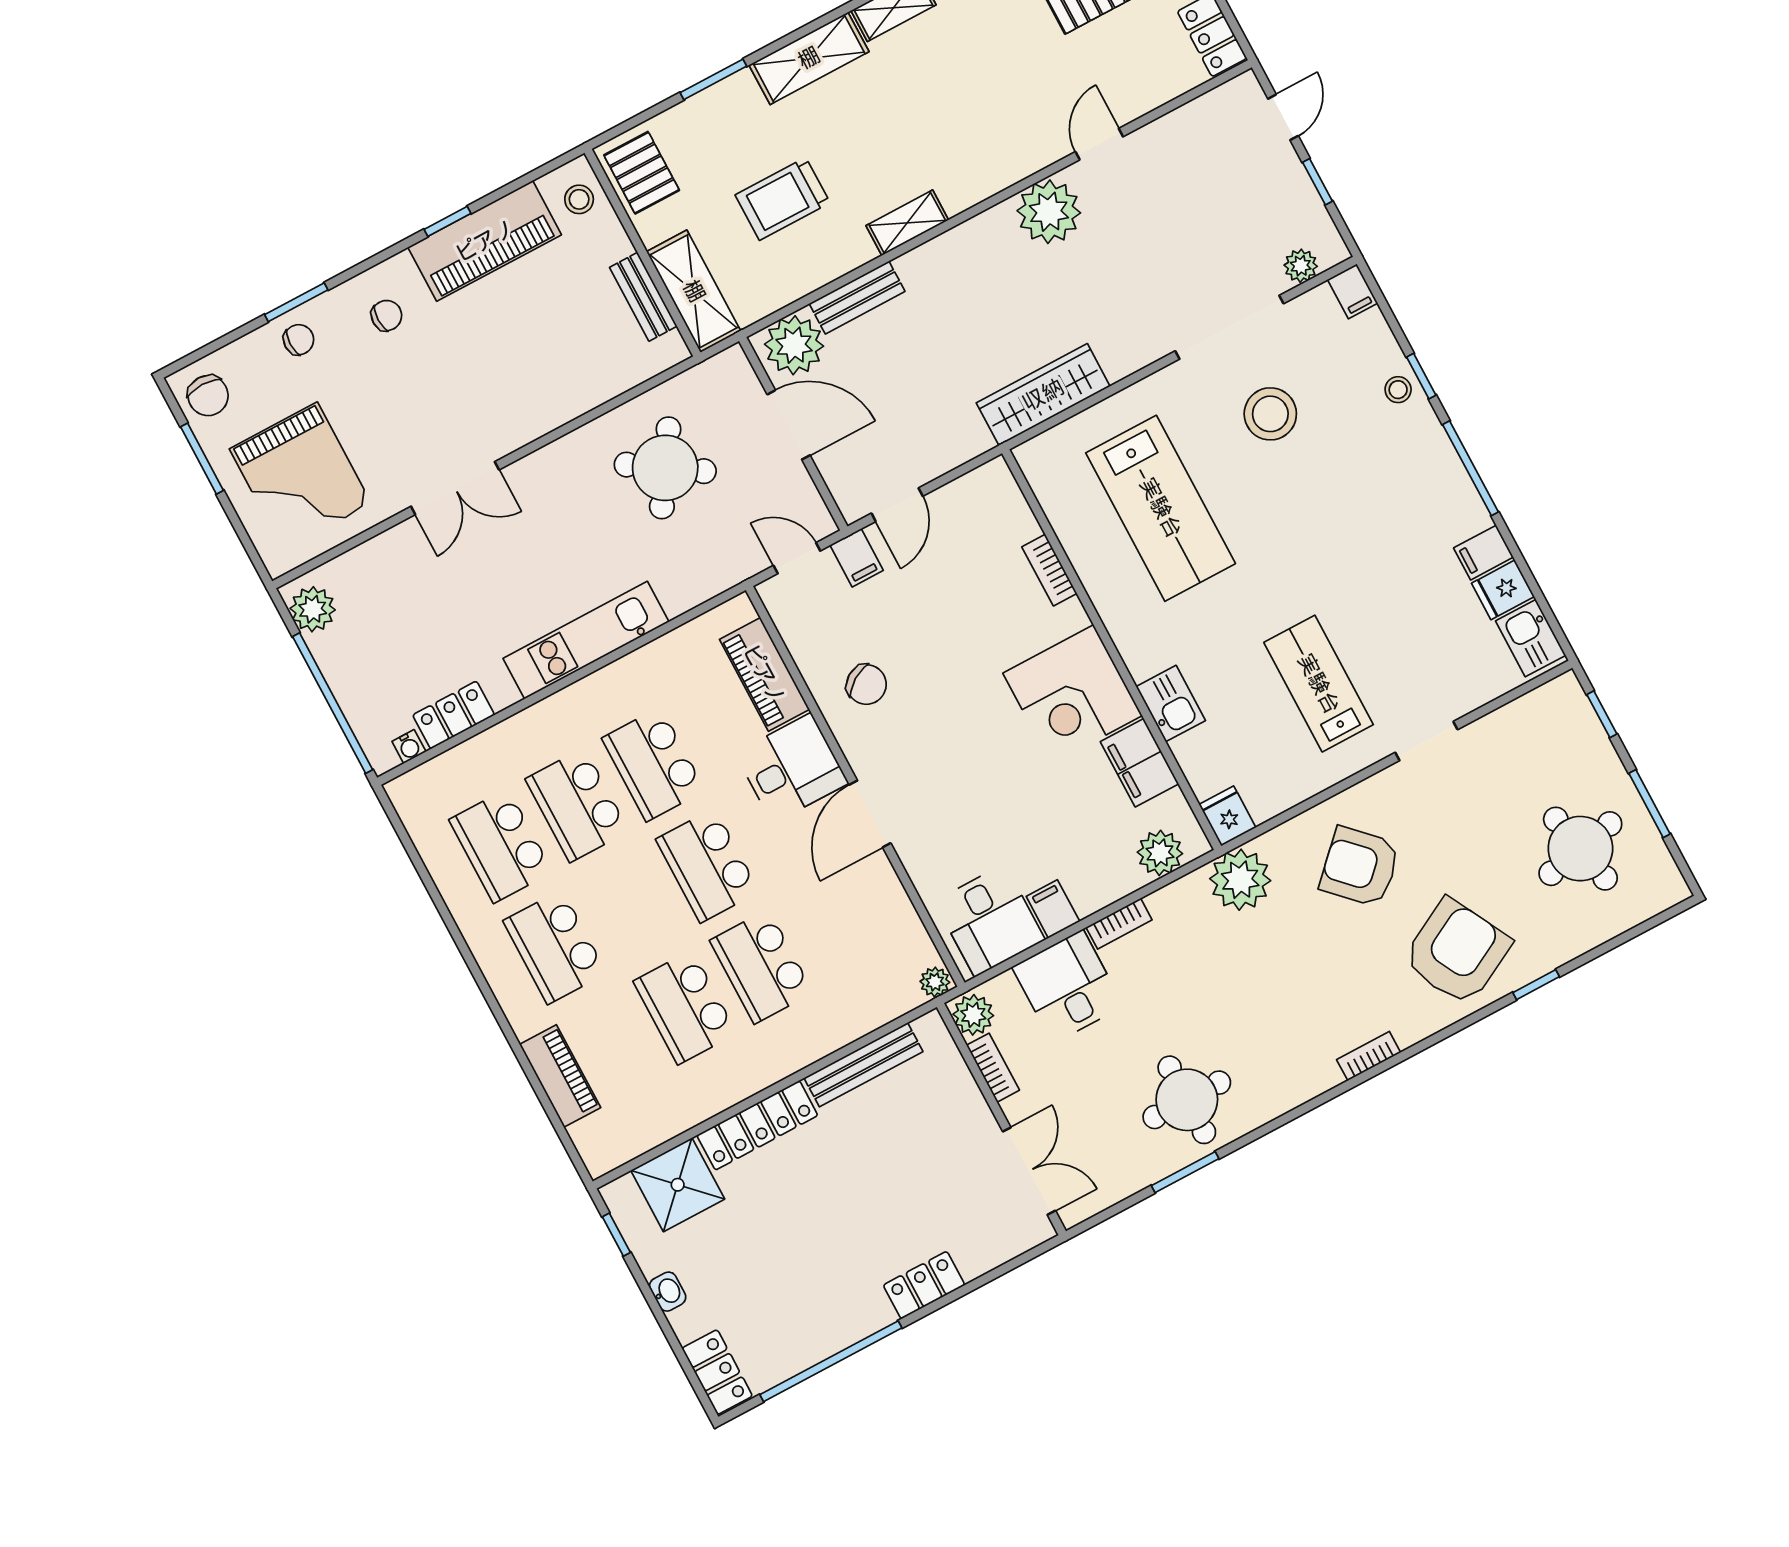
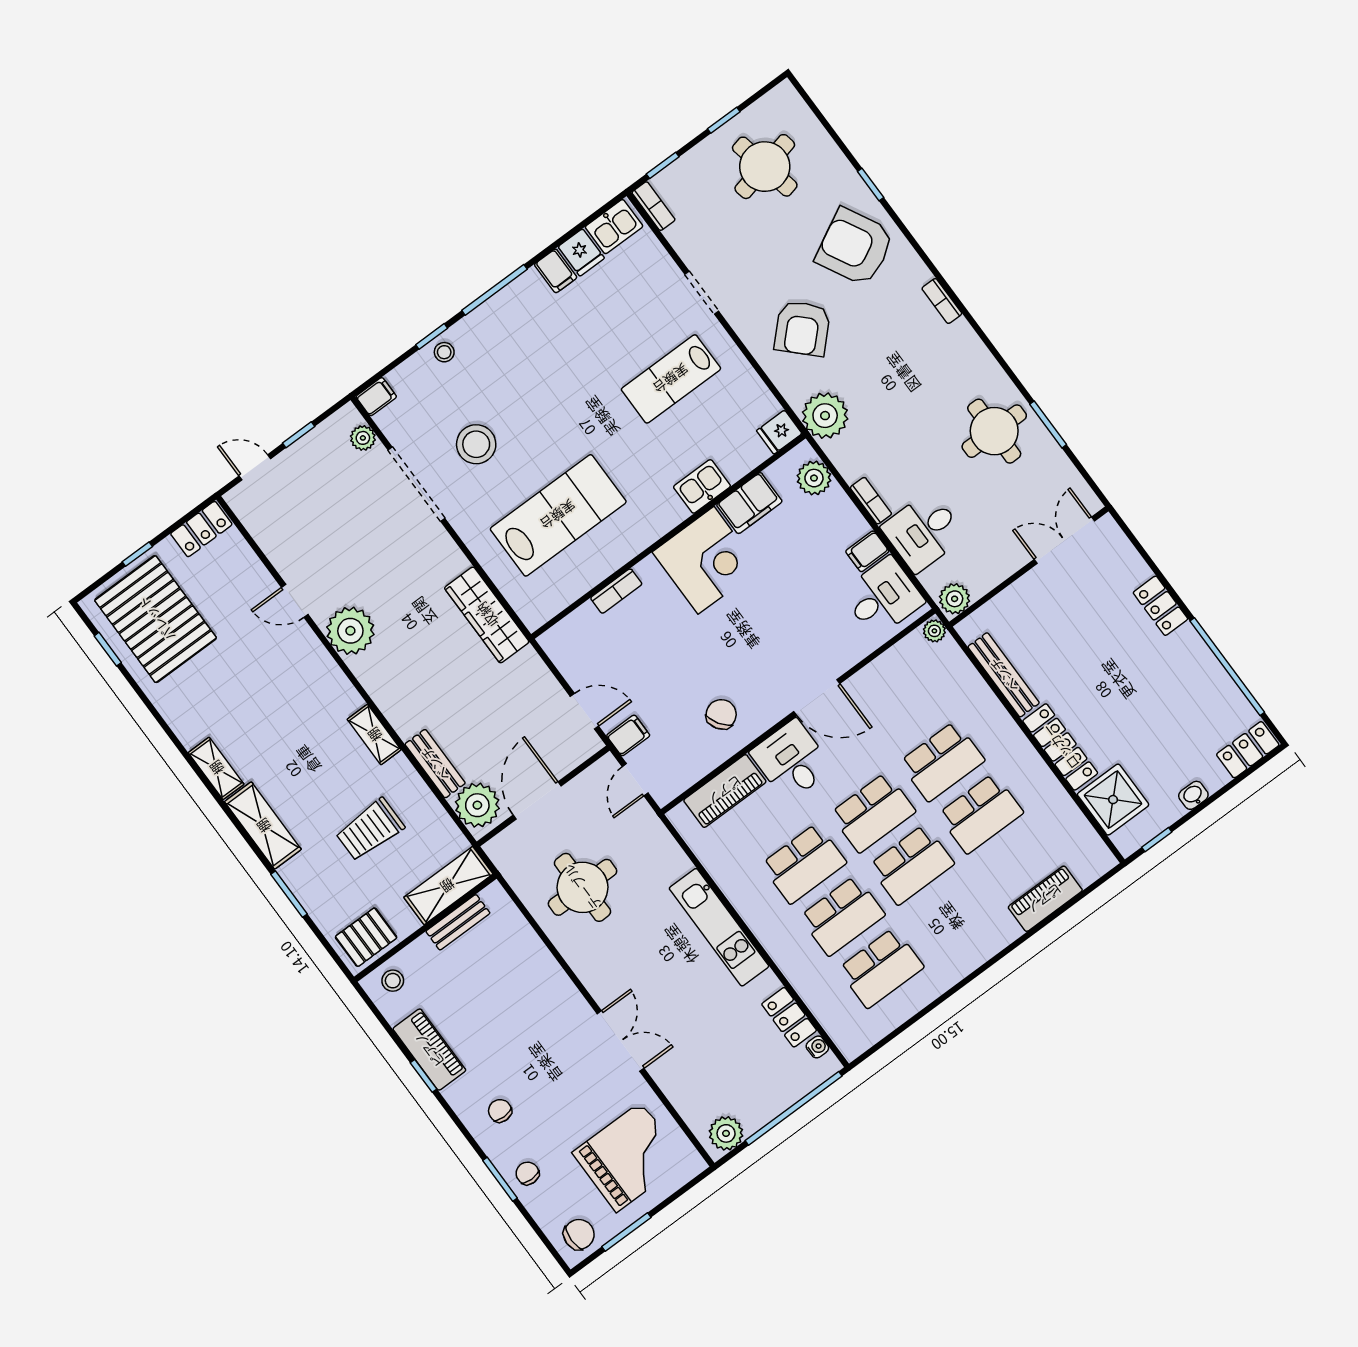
trolley: (783, 199) -> (370, 830), turned 90
piano: (485, 241) -> (429, 1050), width x0.73, depth x0.75
round table: (665, 468) -> (582, 887), turned -33
window: (1650, 804) -> (724, 120), width x0.67
school desk: (555, 947) -> (911, 865), moved
bookcase: (993, 1068) -> (653, 206), moved, turned 90

